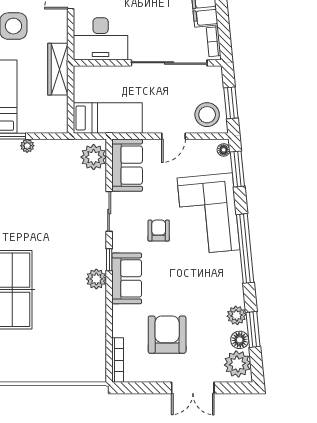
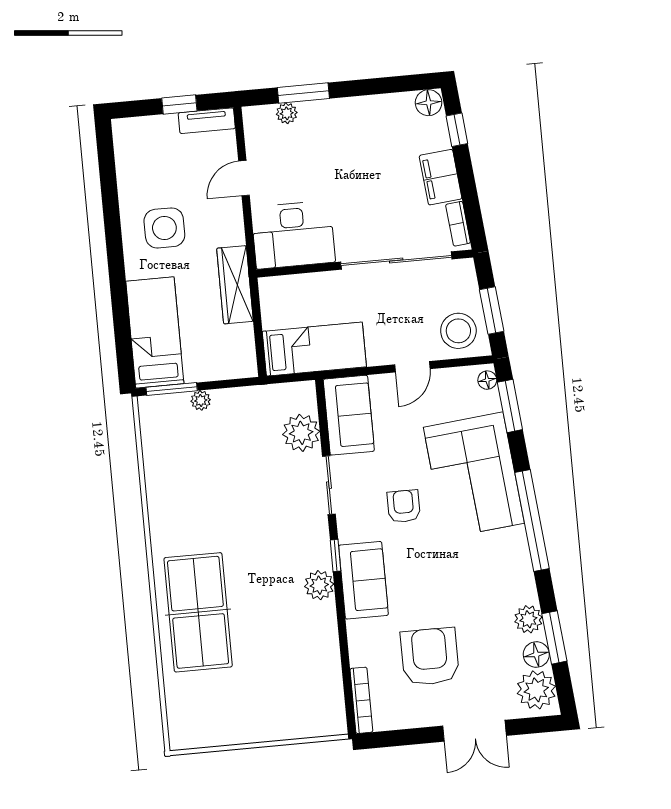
plant: (94, 157) -> (301, 433), moved

